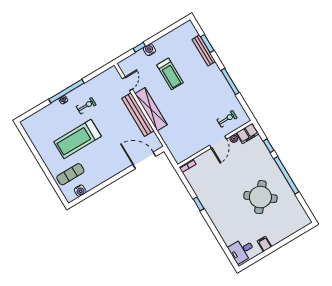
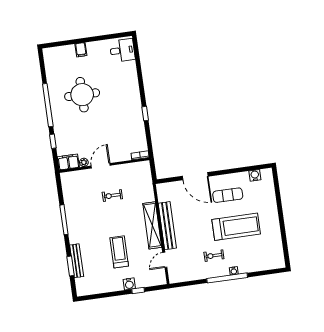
exercise bike: (227, 119) -> (112, 196), moved
door: (144, 160) -> (195, 176), moved
exercise mat: (70, 174) -> (228, 195), moved
round table: (260, 197) -> (82, 95), turned -38
filing cabinet: (265, 244) -> (81, 50), moved

